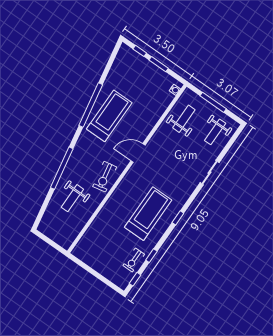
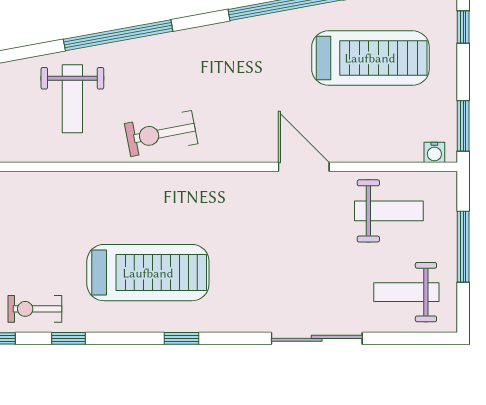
window: (159, 64) -> (463, 126), moved
treadmill: (109, 116) -> (370, 58), moved
door: (138, 153) -> (304, 167), moved
sliding door: (210, 173) -> (317, 338), width x1.37
weight bench: (72, 198) -> (72, 99), turned -90

